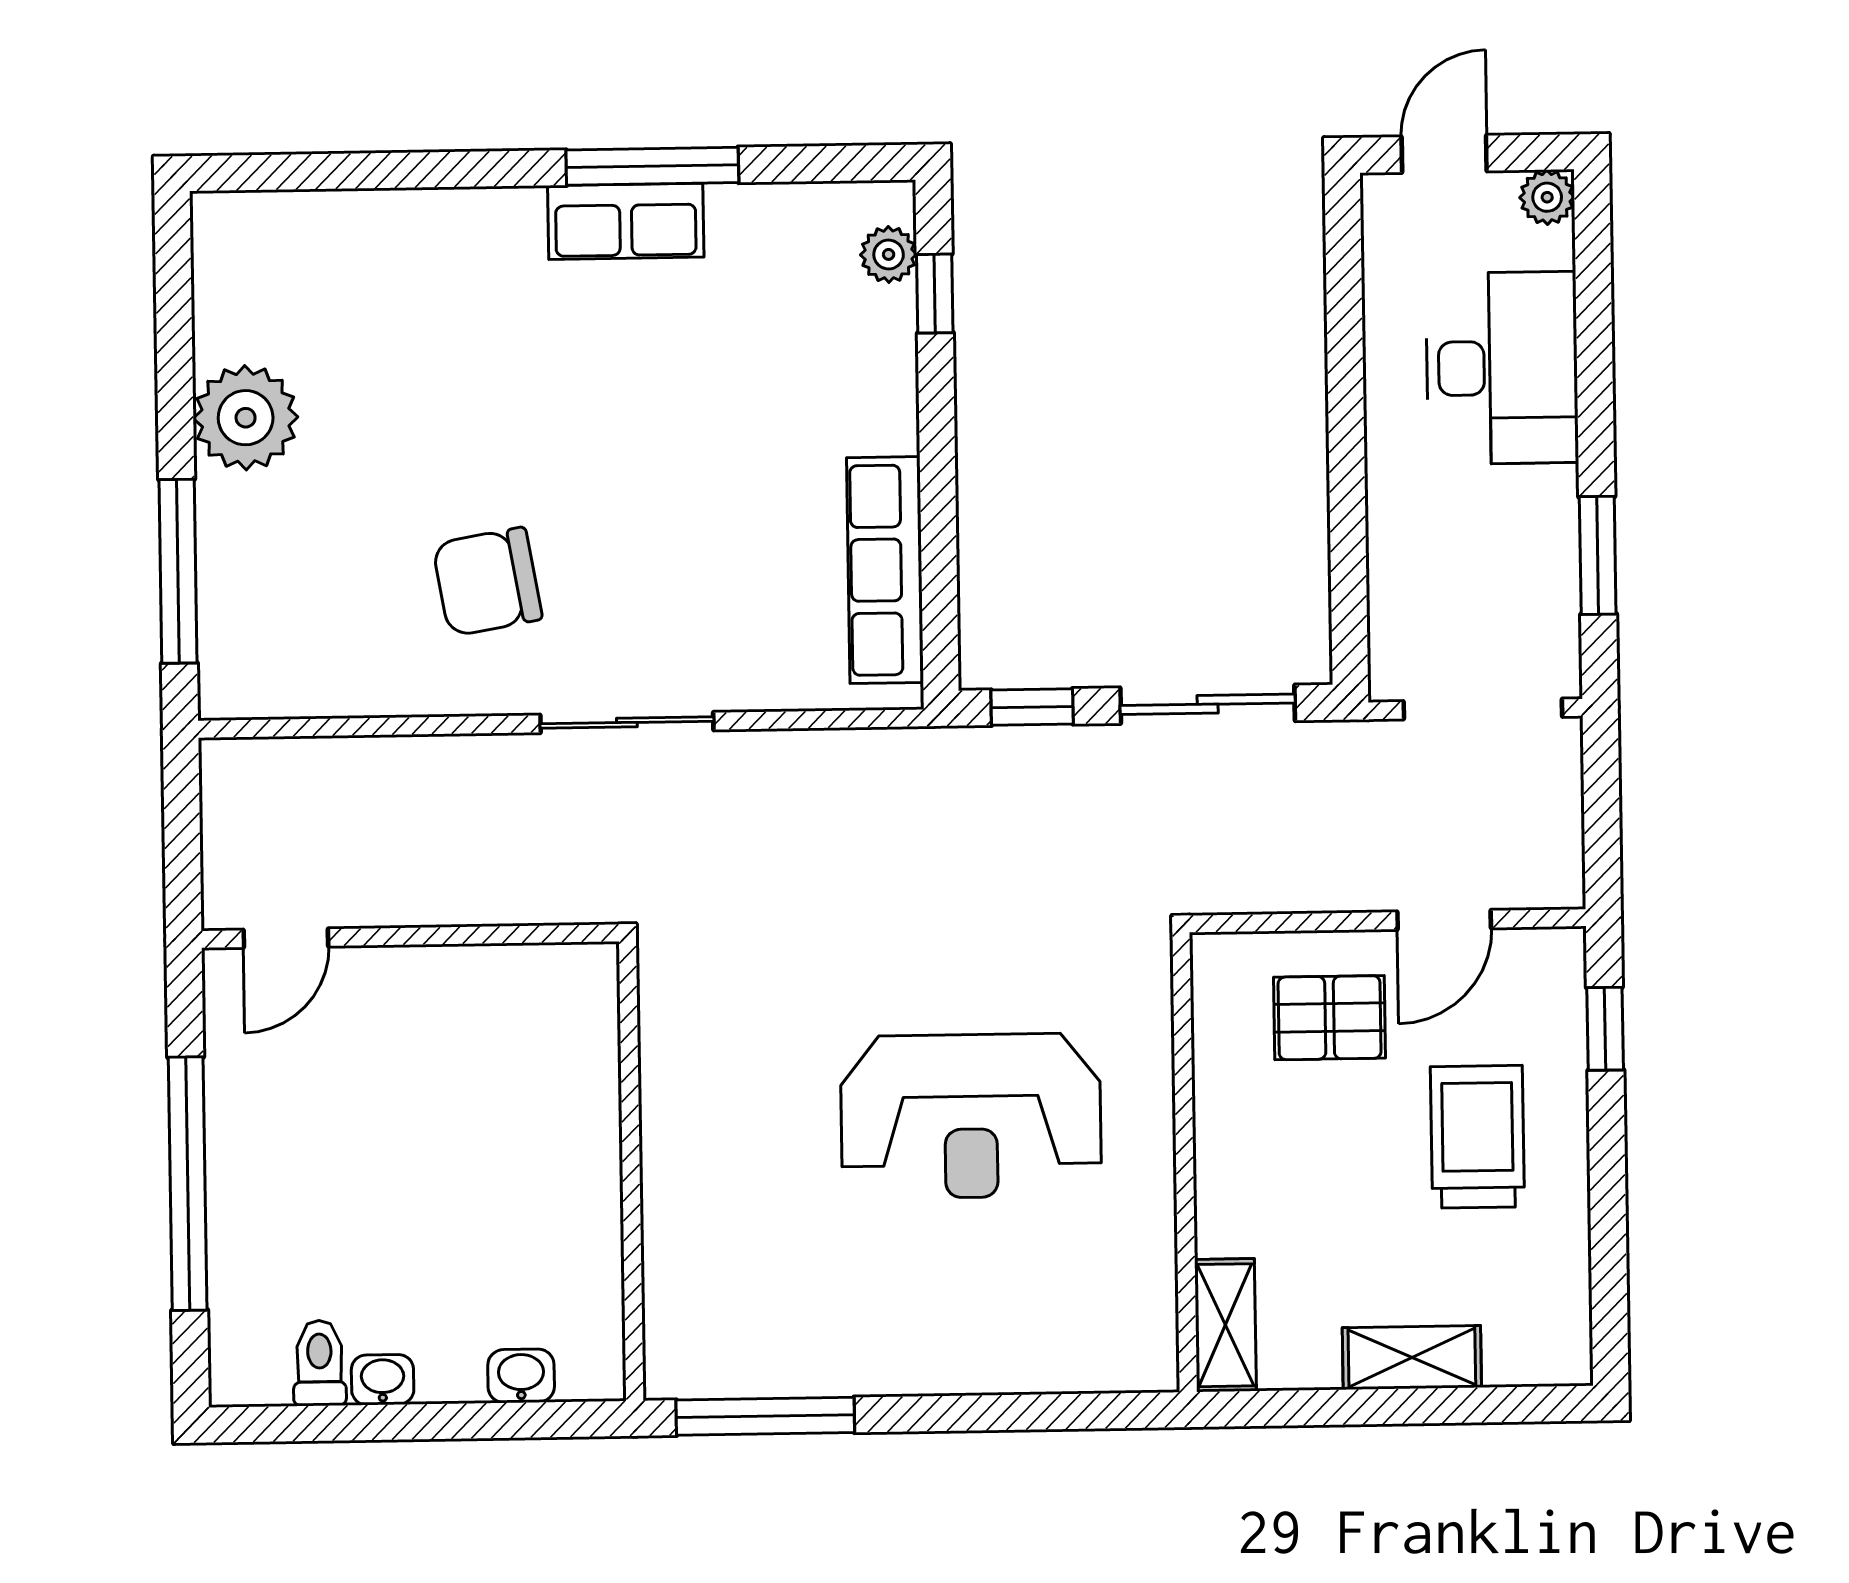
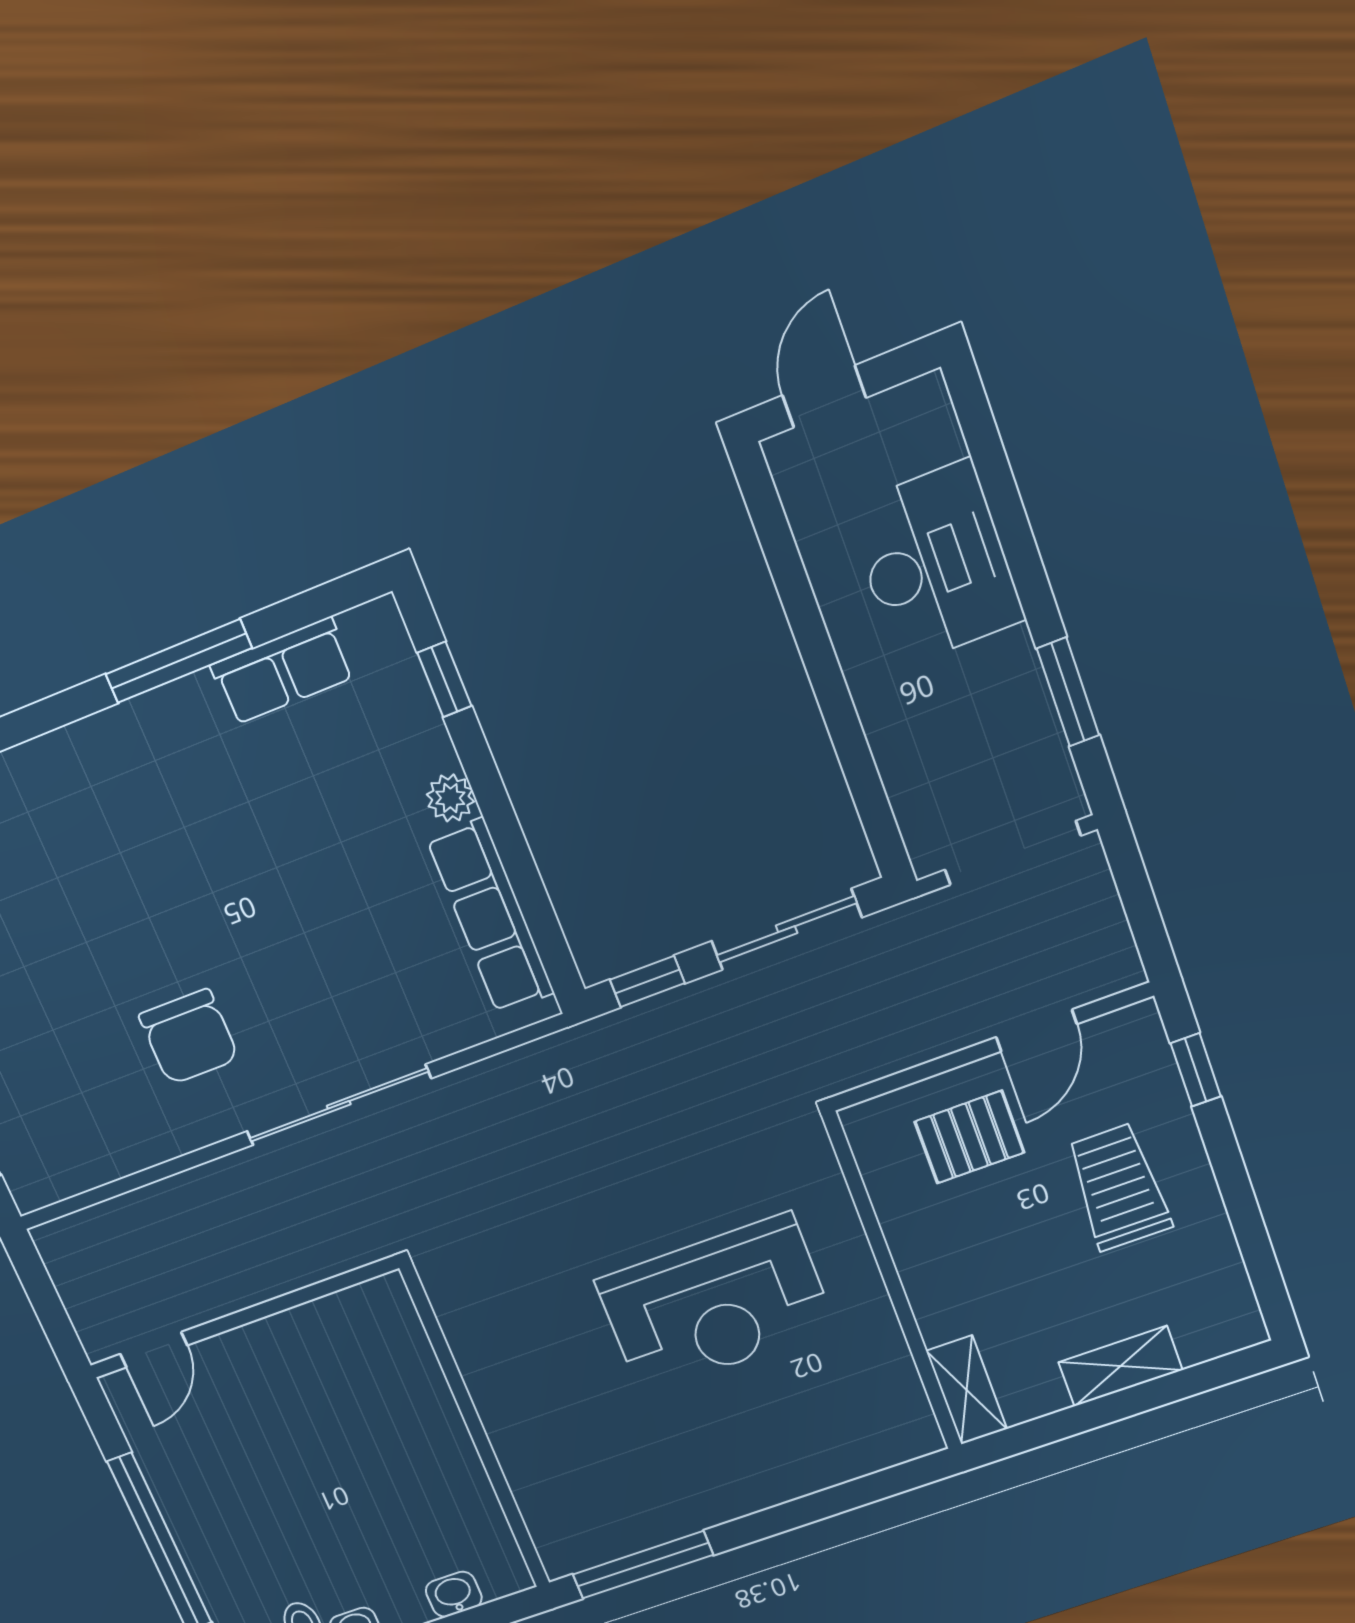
plant: (1547, 197) -> (925, 400), removed
row of seats: (626, 221) -> (283, 671), moved
plant: (889, 254) -> (450, 798), moved
chair: (487, 582) -> (189, 1037), turned -80
sliding door: (627, 722) -> (339, 1105), width x1.37

